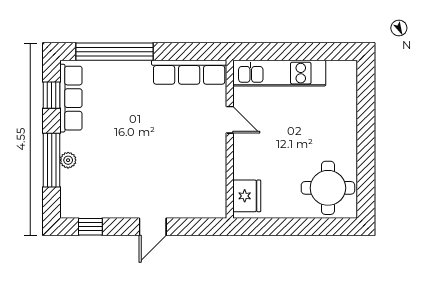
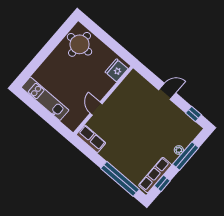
row of seats: (189, 72) -> (91, 139), width x0.68
kitchen unit: (279, 73) -> (45, 99), moved

